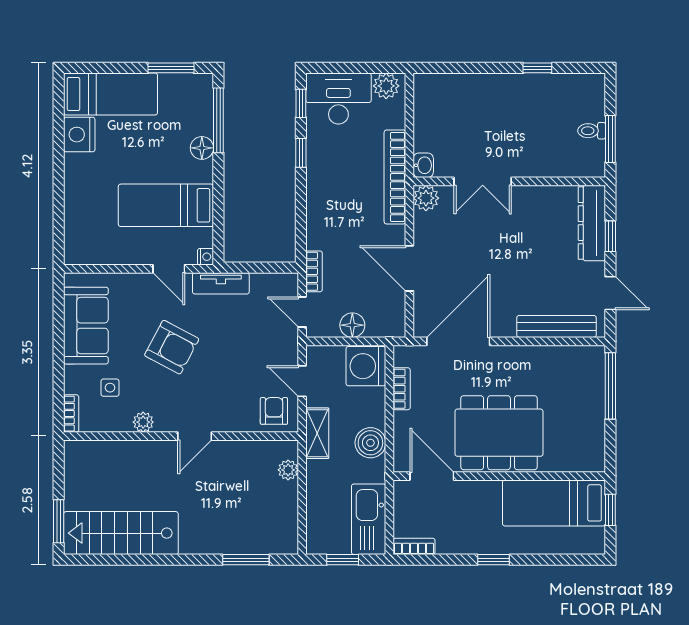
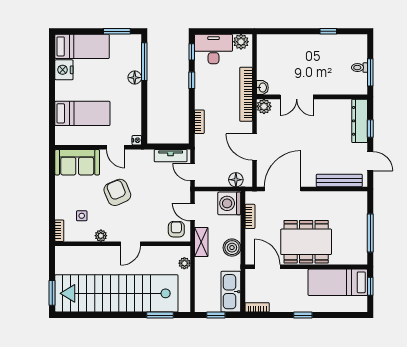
bed: (166, 205) -> (82, 113), moved, turned 180
bookcase: (314, 271) -> (199, 122), moved
tv unit: (221, 283) -> (171, 156), moved
floor lamp: (352, 325) -> (236, 180), moved
sofa: (86, 326) -> (77, 162), moved, turned 90
armchair: (172, 347) -> (117, 192), turned -141
window: (610, 386) -> (370, 233), moved
stairs: (121, 533) -> (116, 293), width x1.86, depth x1.51

